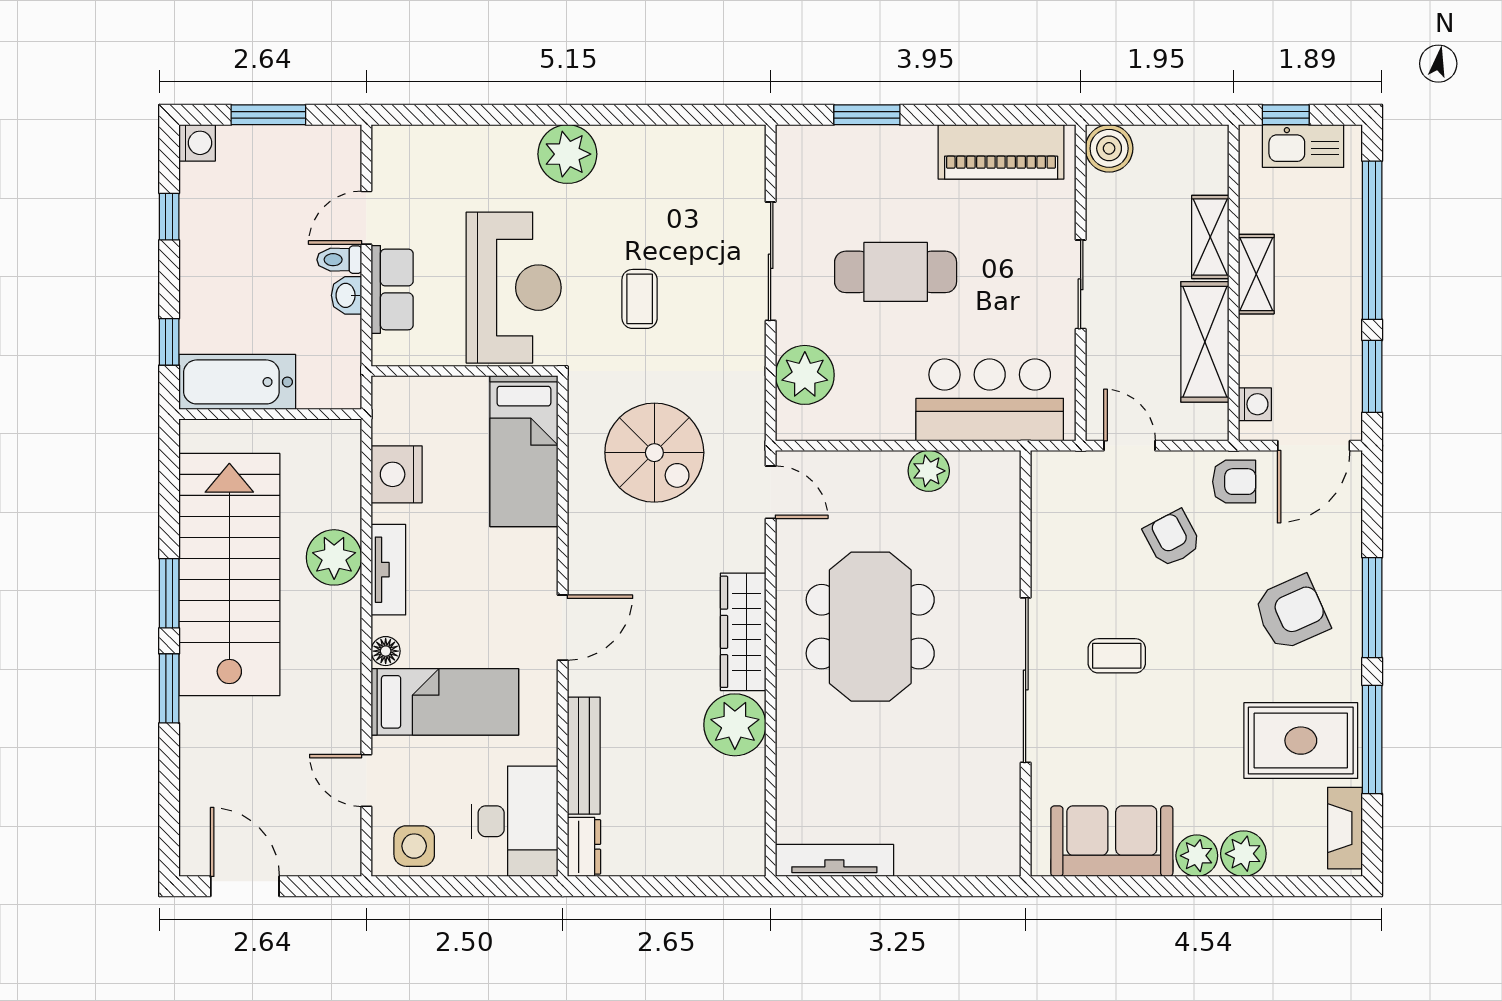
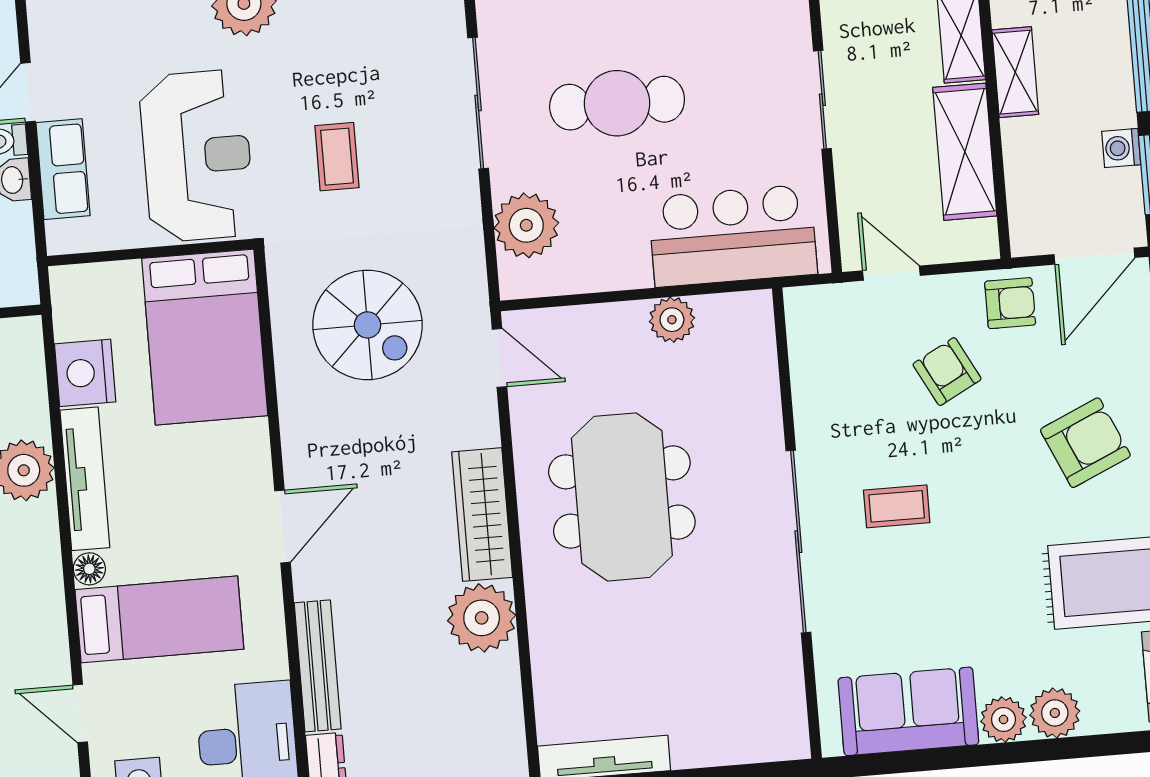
washing machine: (1255, 404) -> (1121, 148), moved, turned 180
bed: (524, 451) -> (205, 337), width x1.50
tv unit: (388, 570) -> (85, 479), width x1.41

